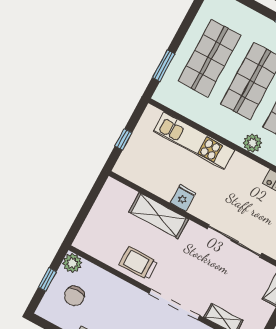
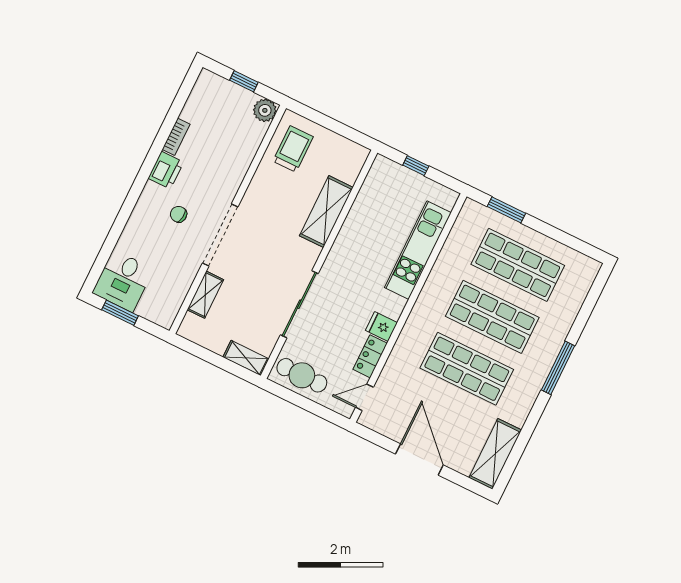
plant: (253, 143) -> (418, 321), removed
fridge: (183, 198) -> (381, 327), moved, turned 180
trolley: (138, 263) -> (293, 149), moved
chair: (74, 296) -> (225, 114), removed

